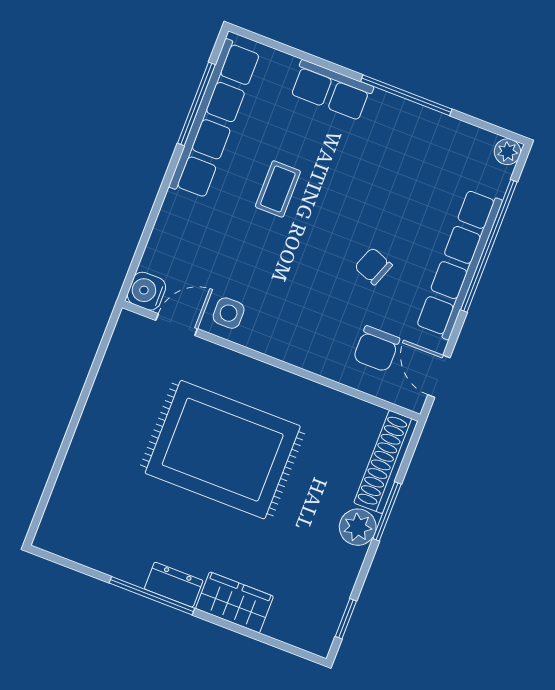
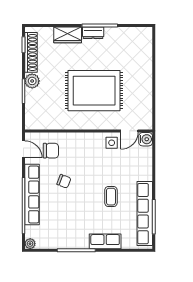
chair: (376, 349) -> (51, 151), turned 90
shoe rack: (386, 462) -> (31, 52), moved

